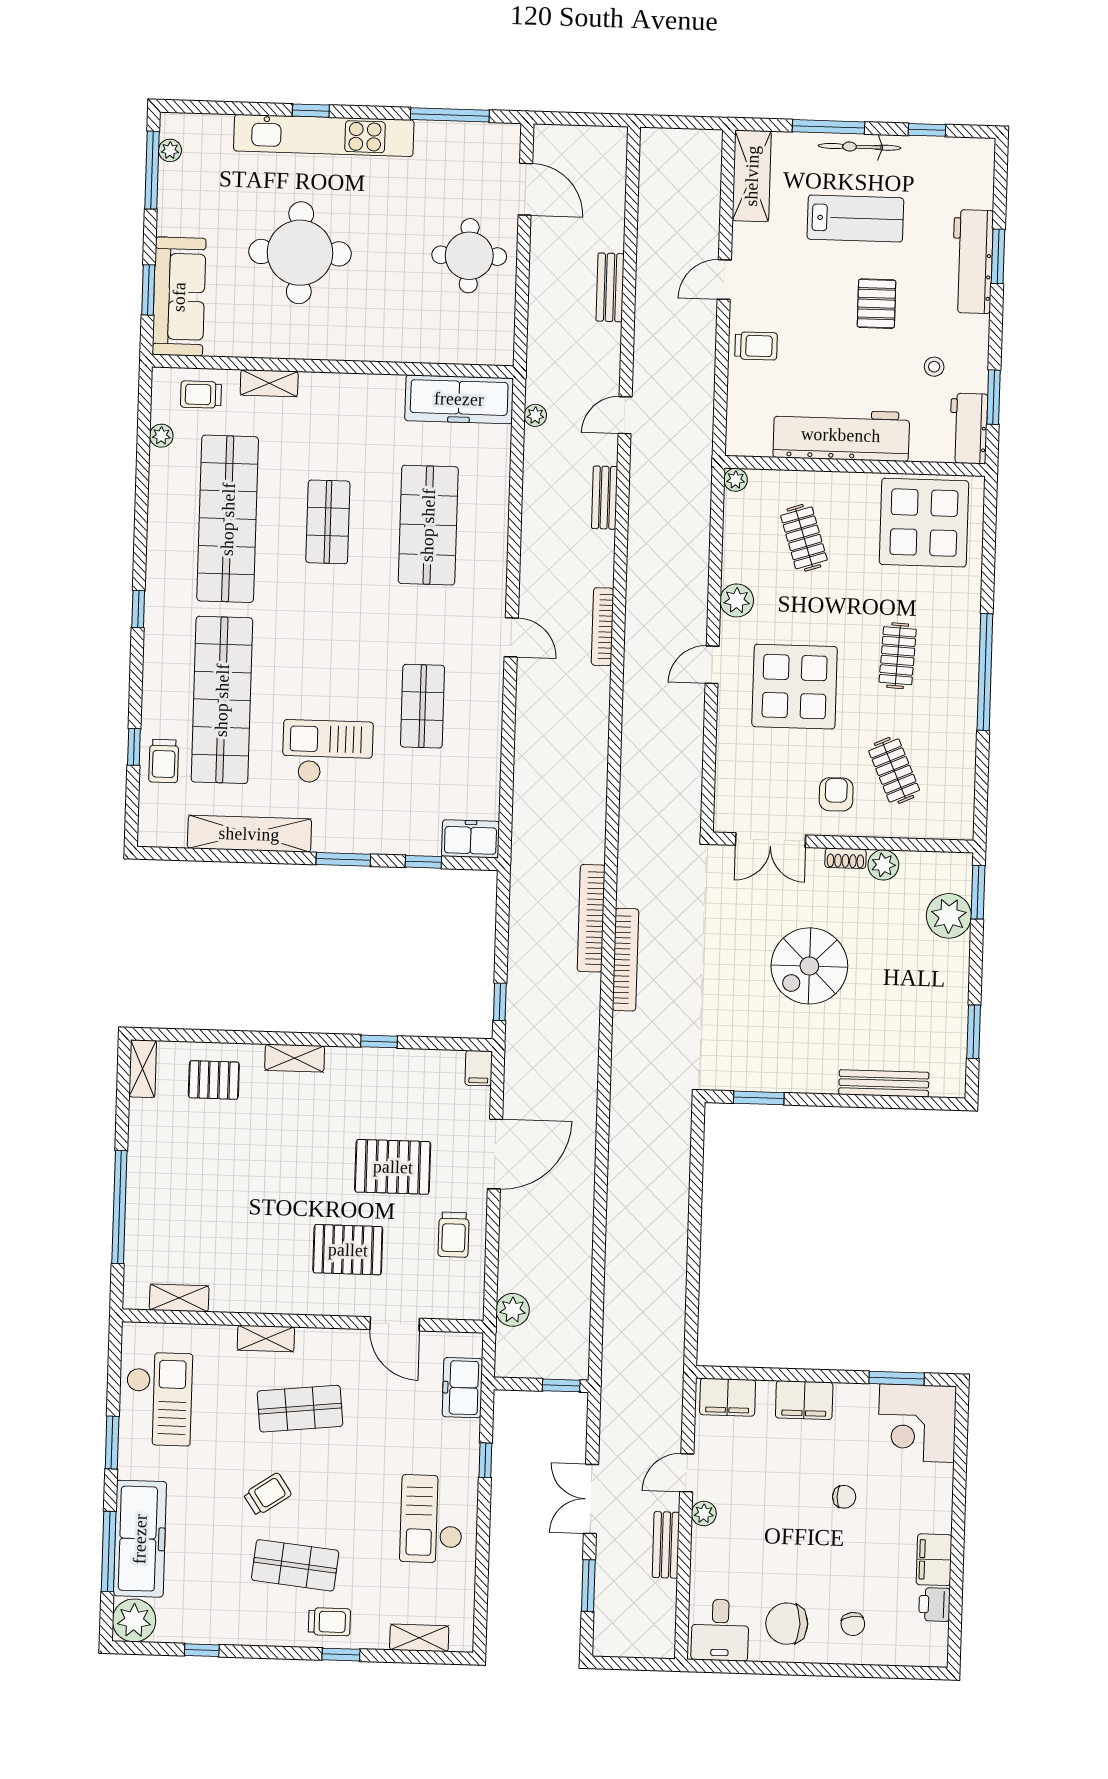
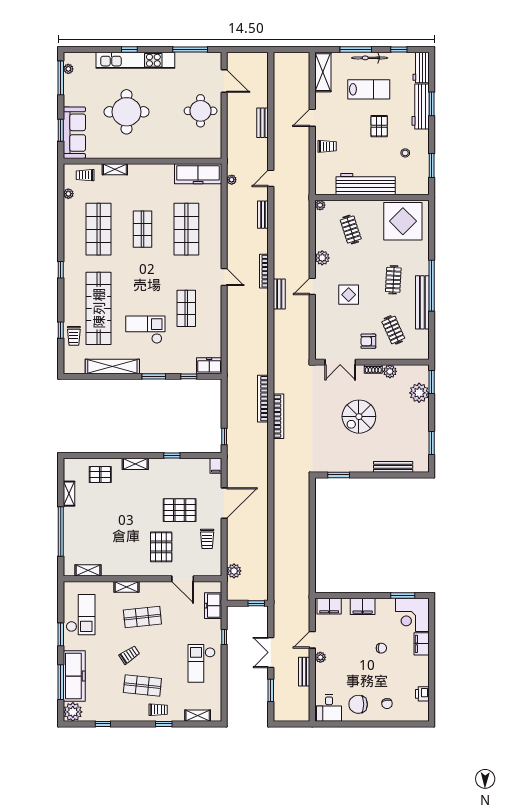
workbench: (969, 428) -> (421, 67), moved
shop shelf: (228, 519) -> (99, 229), width x0.71
bench: (636, 680) -> (279, 294), added
display table: (795, 687) -> (349, 295), width x0.54, depth x0.54
bench: (963, 709) -> (422, 302), added
armchair: (836, 794) -> (368, 341), turned -90
shelving: (143, 1069) -> (69, 494), moved
pallet: (348, 1250) -> (161, 547), turned 90
filing cabinet: (934, 1560) -> (422, 644), moved

